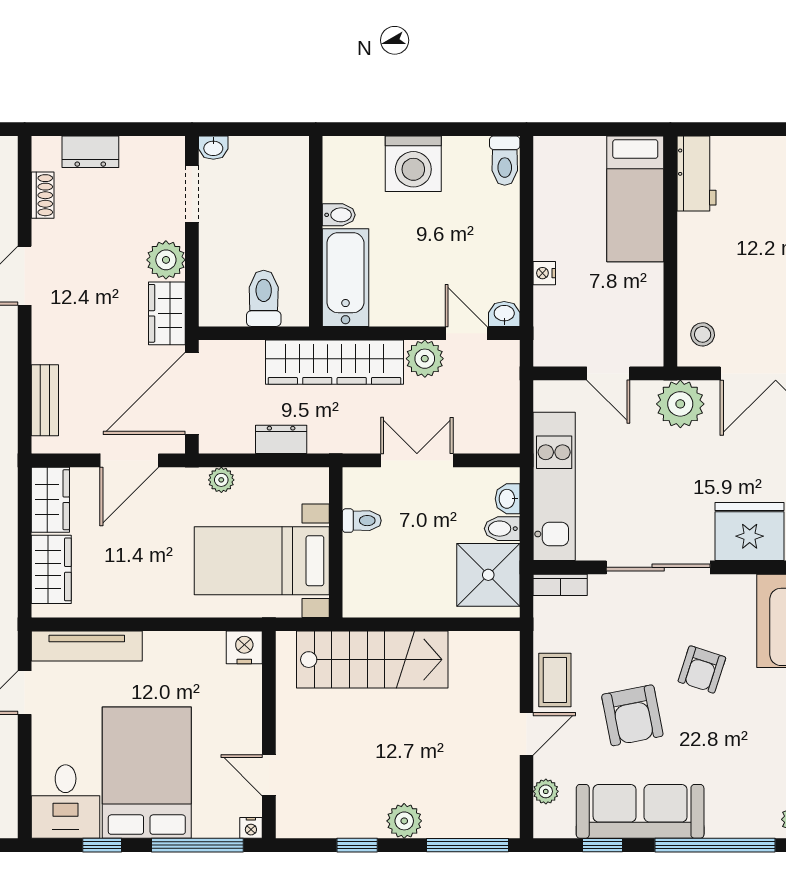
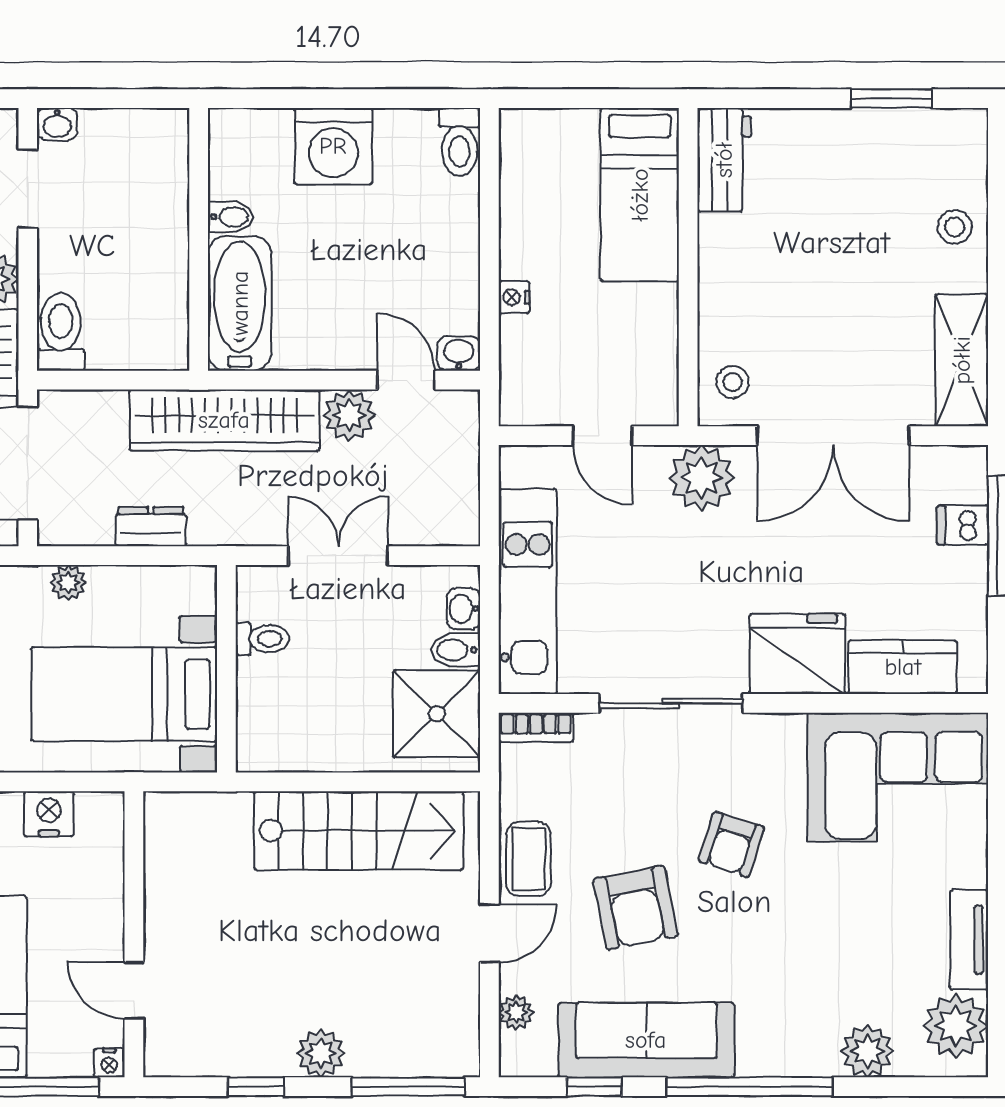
toilet: (264, 298) -> (61, 332), moved
nightstand: (244, 647) -> (49, 814), moved
stairs: (372, 660) -> (359, 831), moved

